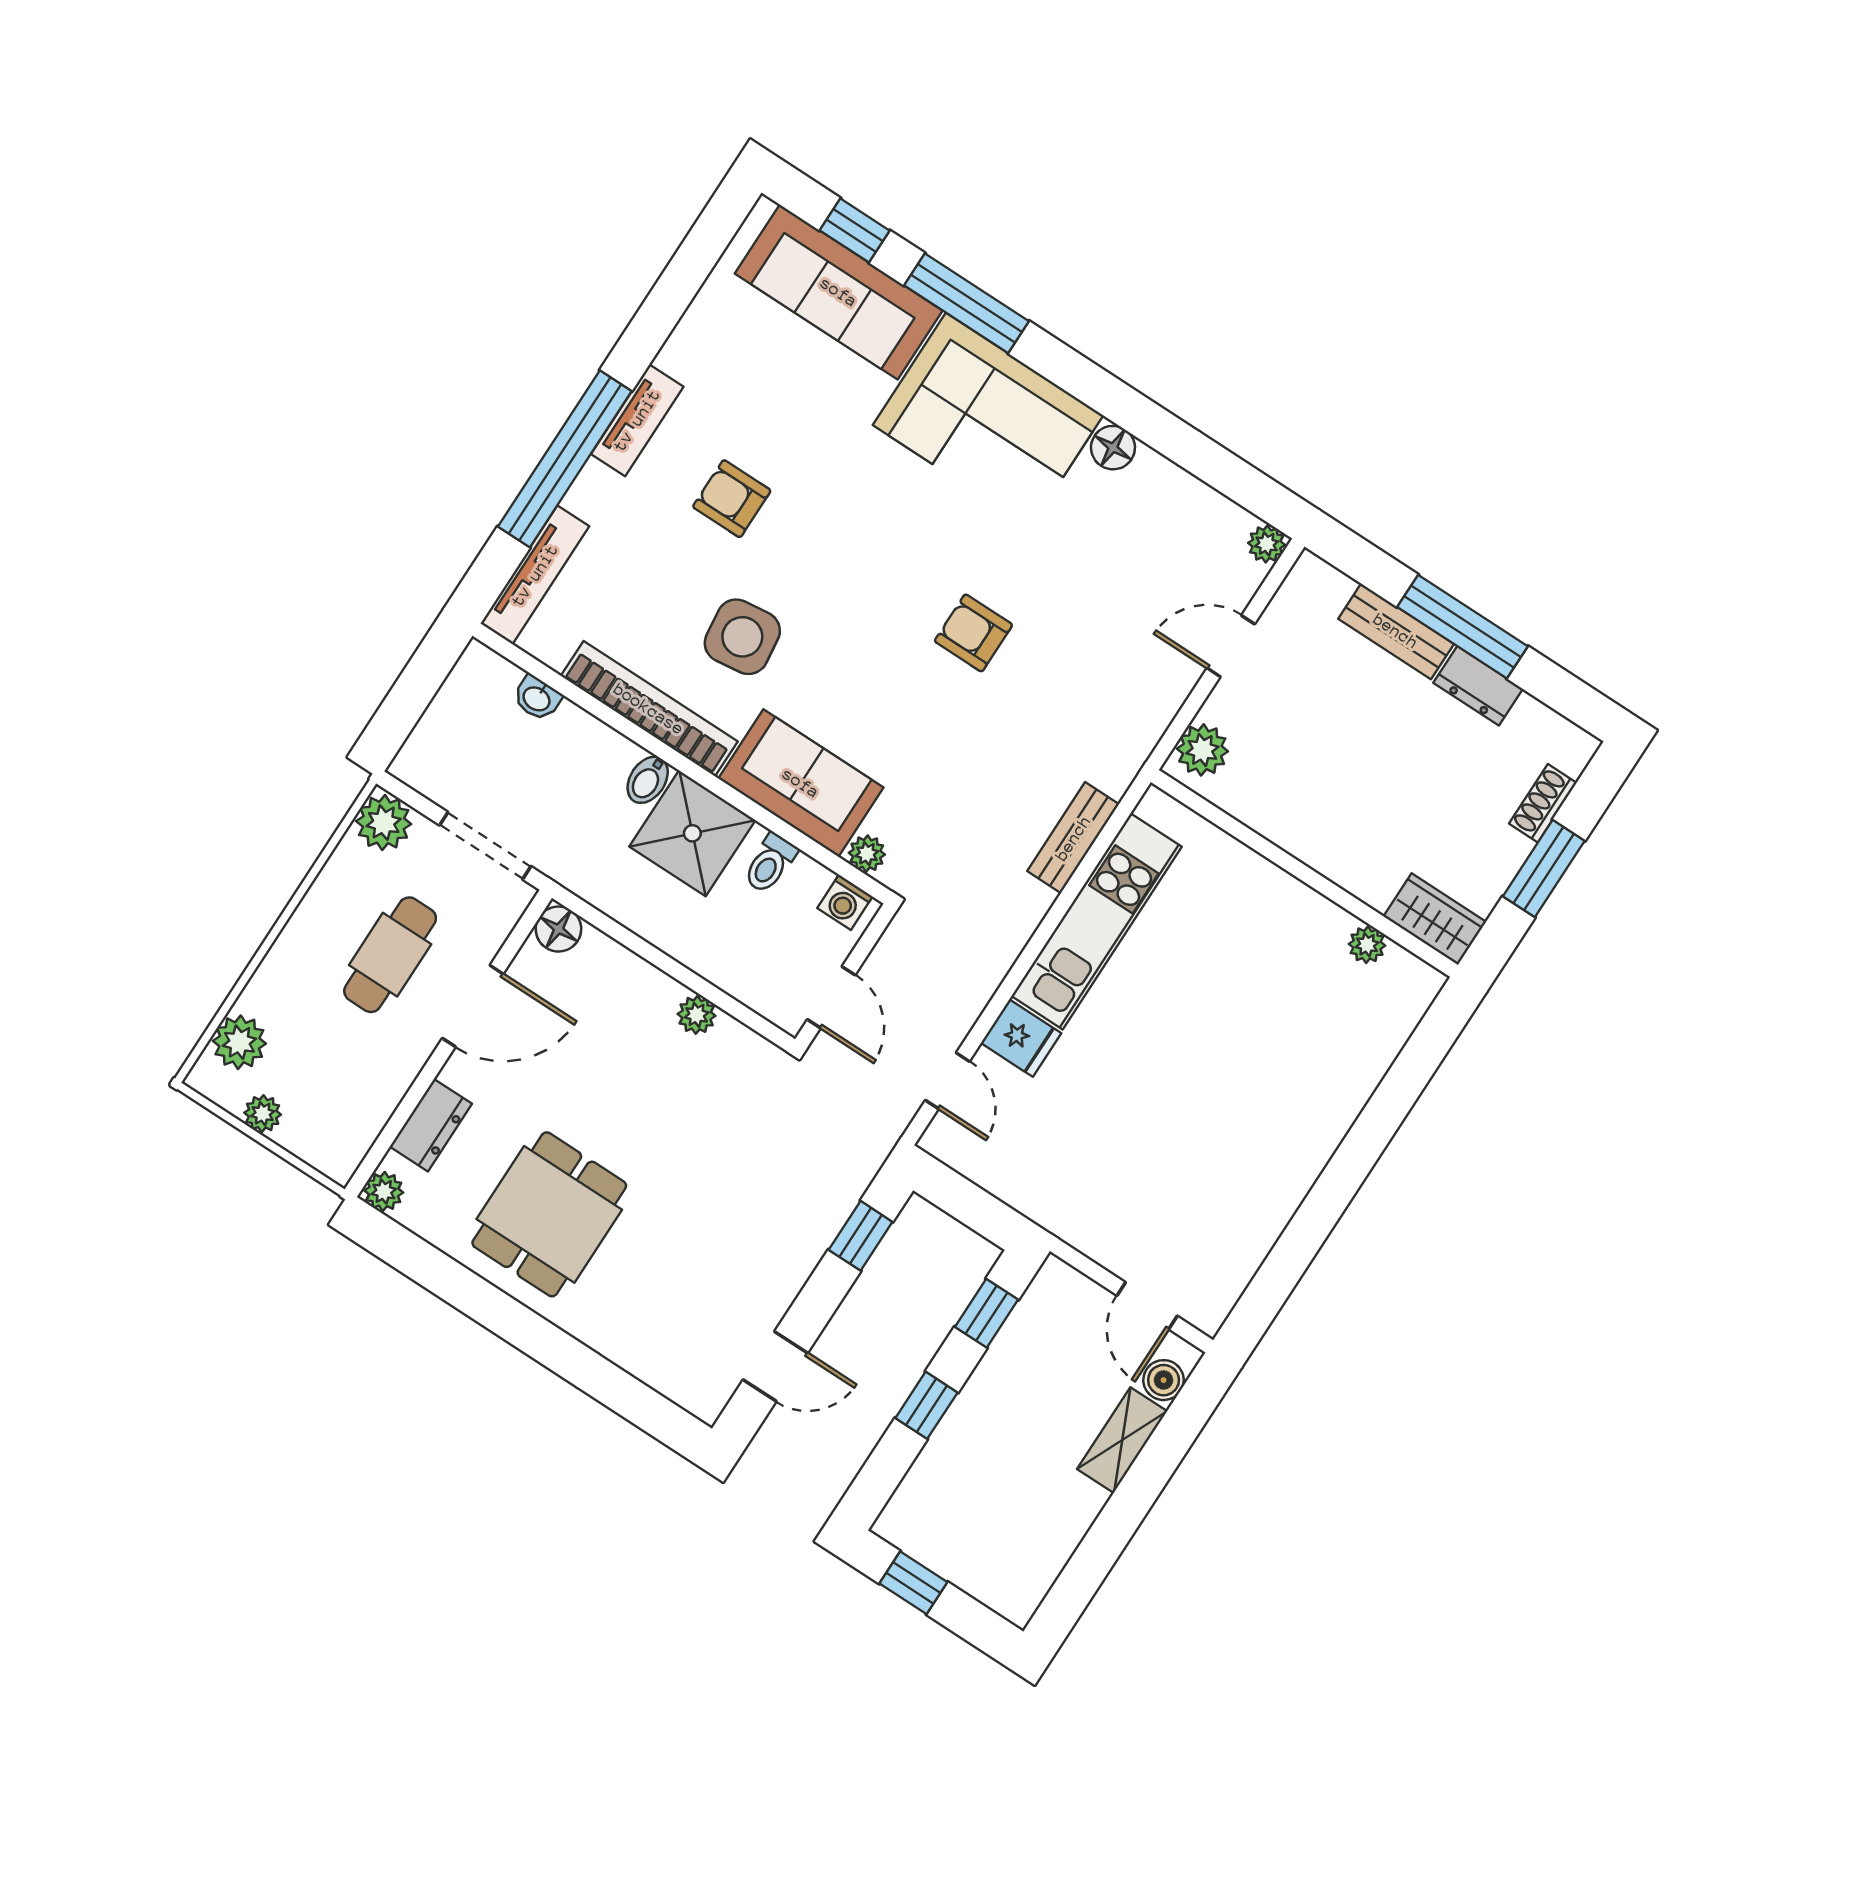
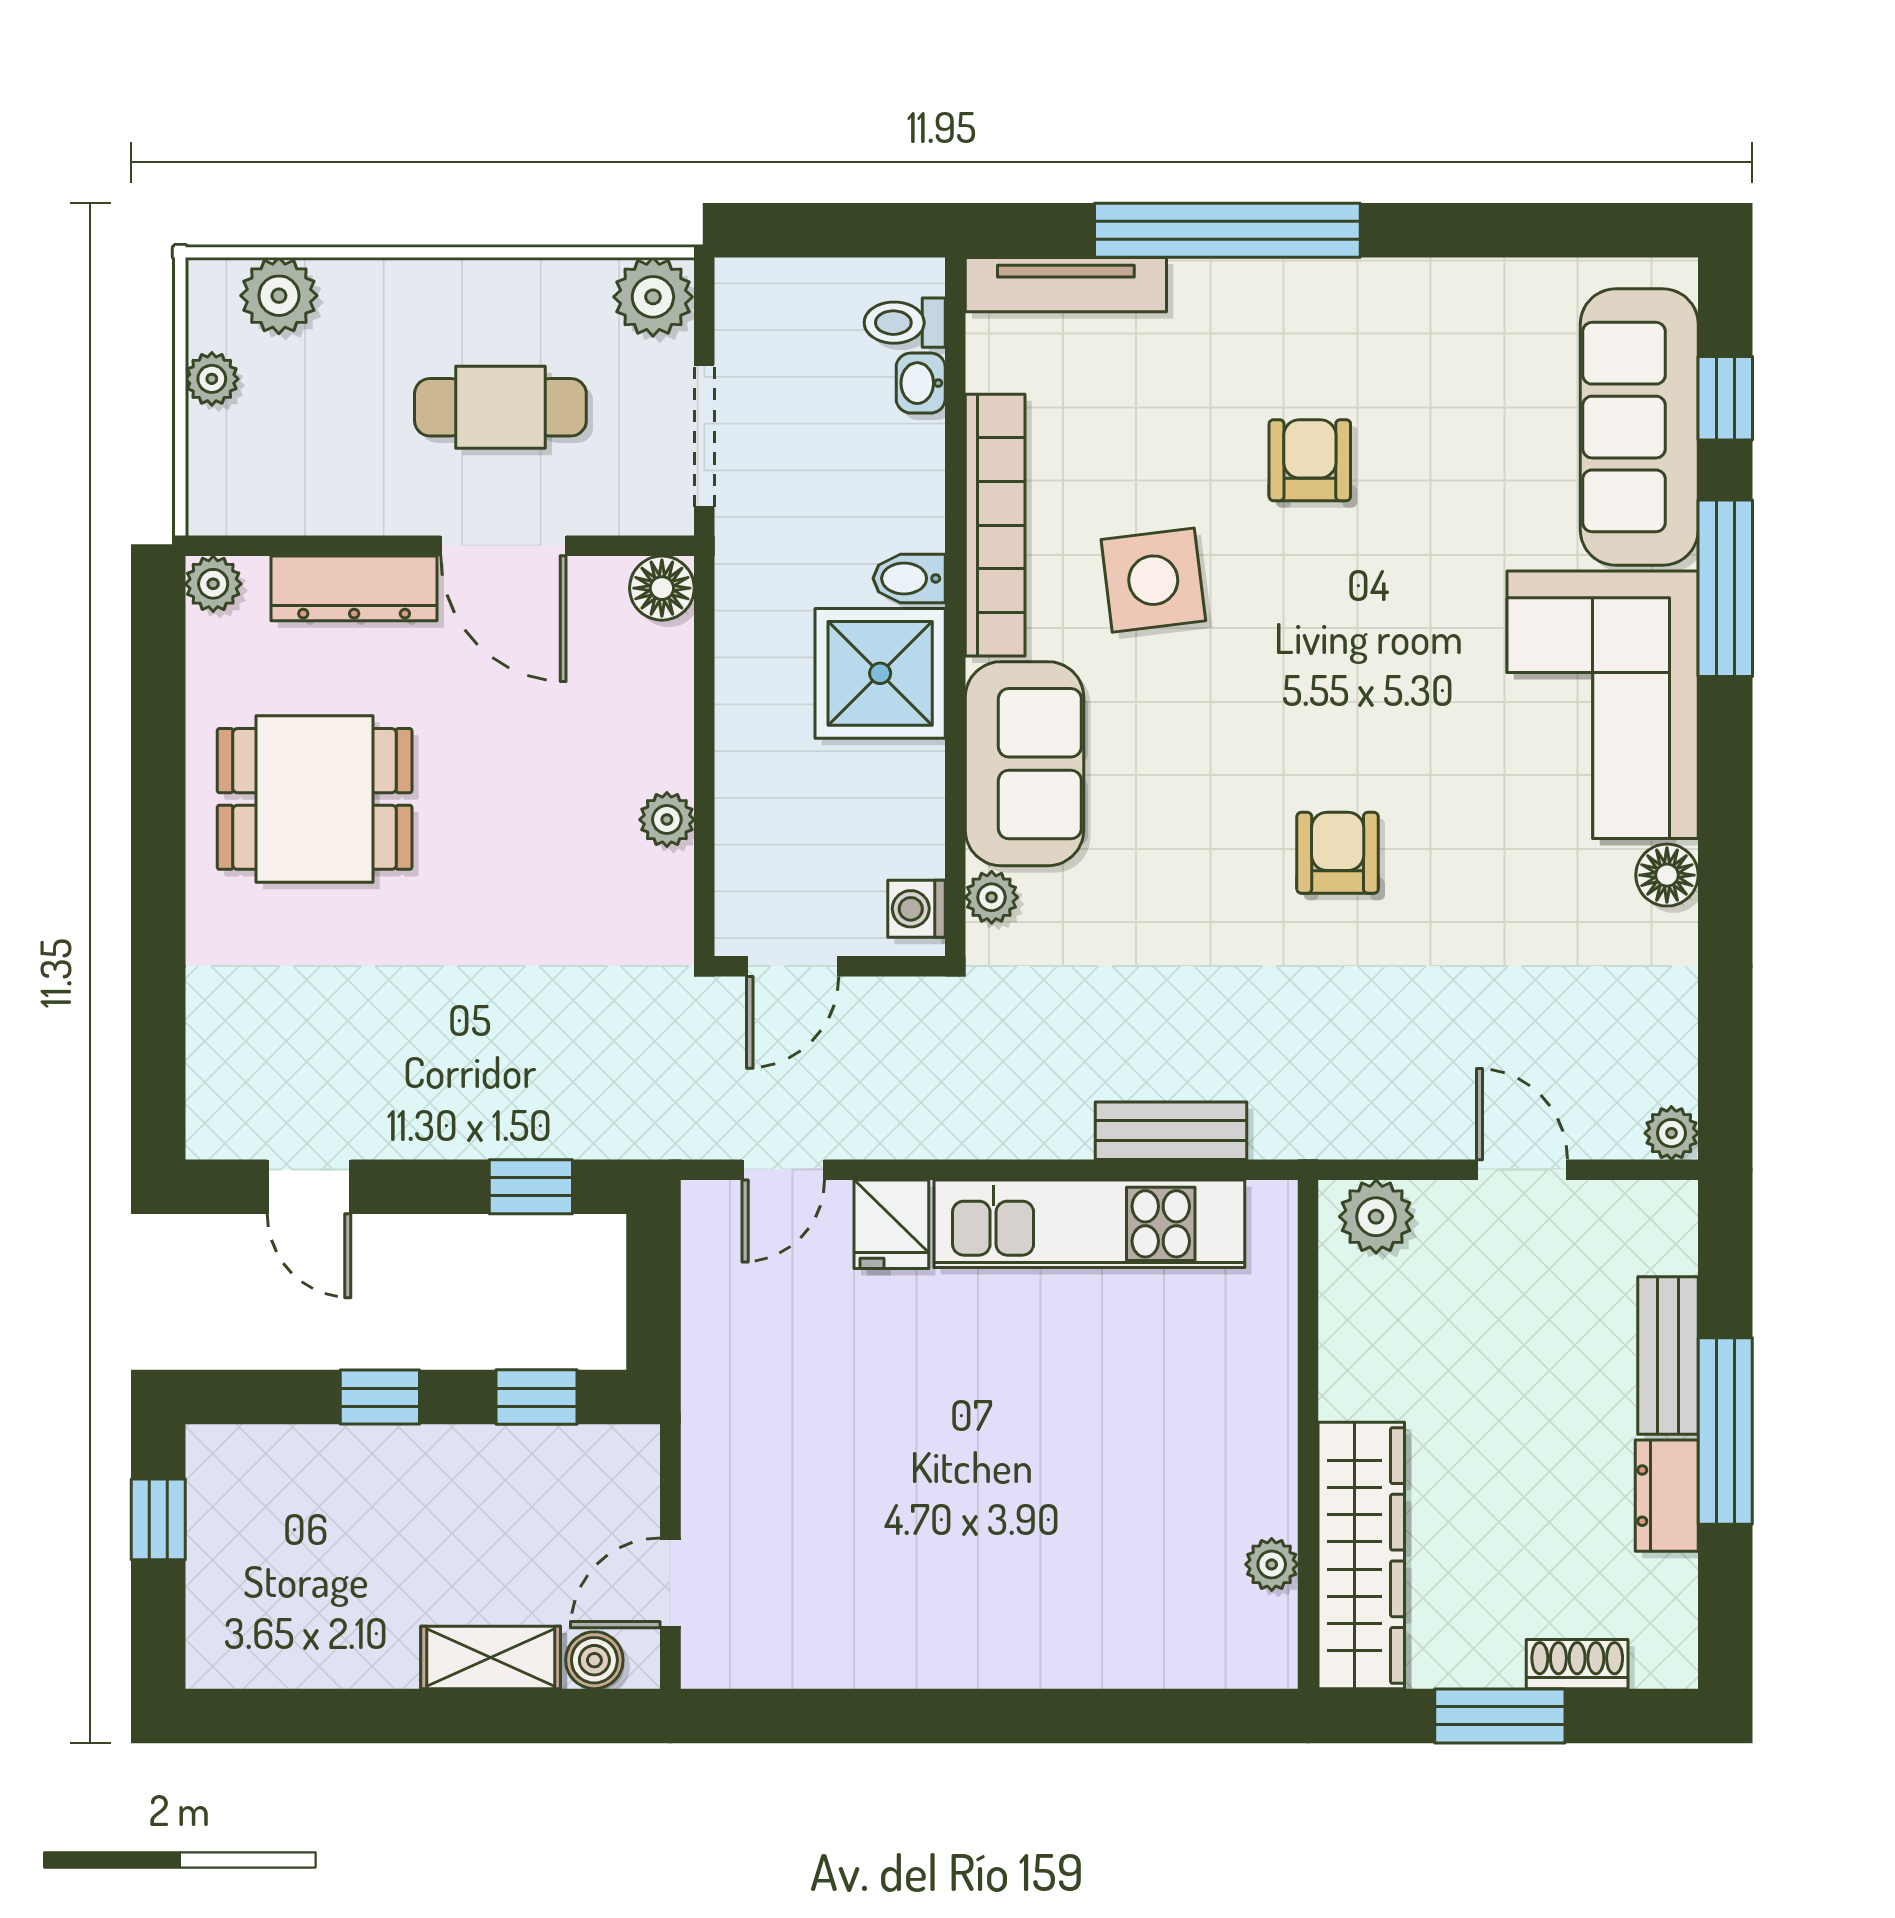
tv unit: (637, 420) -> (1330, 287), removed
toilet: (770, 863) -> (905, 323), moved
wardrobe: (1435, 919) -> (1361, 1556), width x2.10, depth x1.17
dresser: (431, 1125) -> (354, 588), width x1.44

